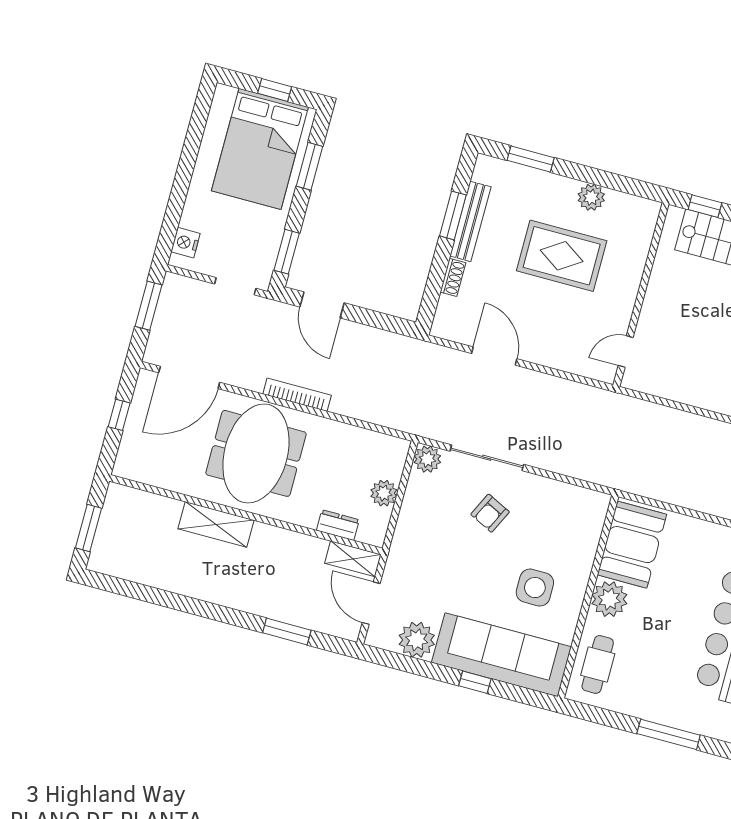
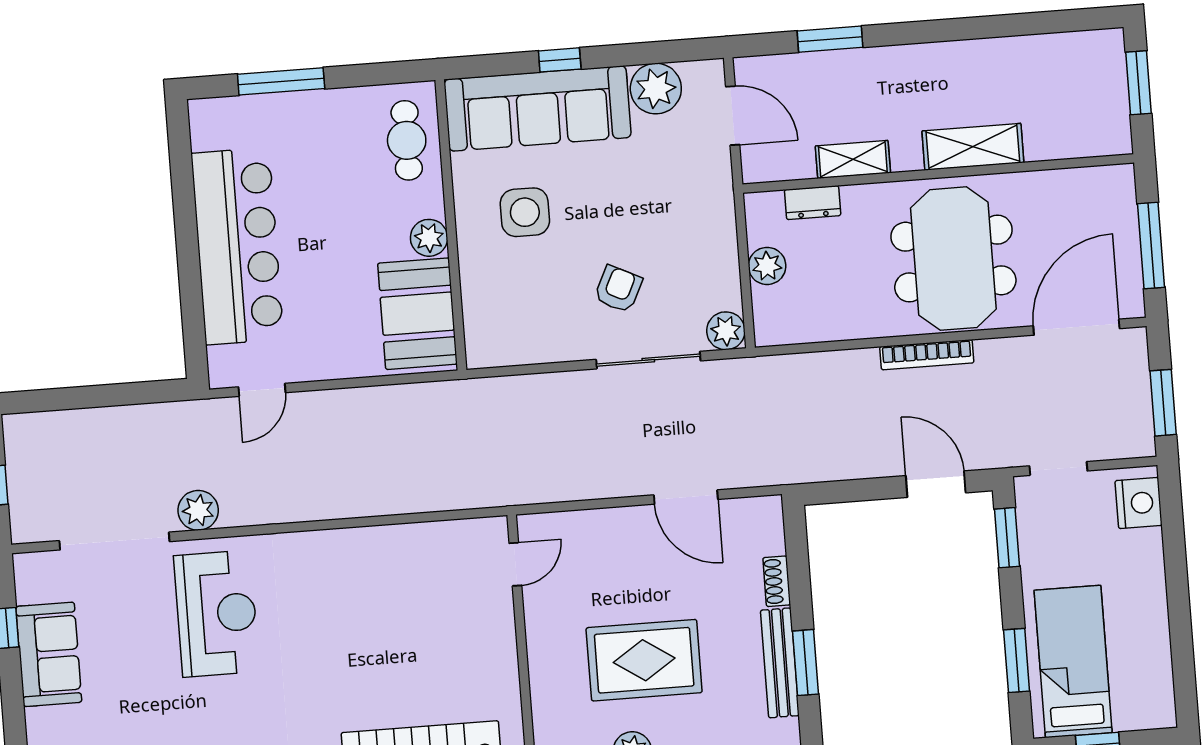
bed: (260, 149) -> (1073, 661), width x0.67
nightstand: (186, 243) -> (1139, 503), width x1.36, depth x1.33
window: (119, 415) -> (1151, 246), width x2.17
shelving: (353, 559) -> (853, 159), moved
plant: (609, 599) -> (429, 238), width x0.73, depth x0.73

